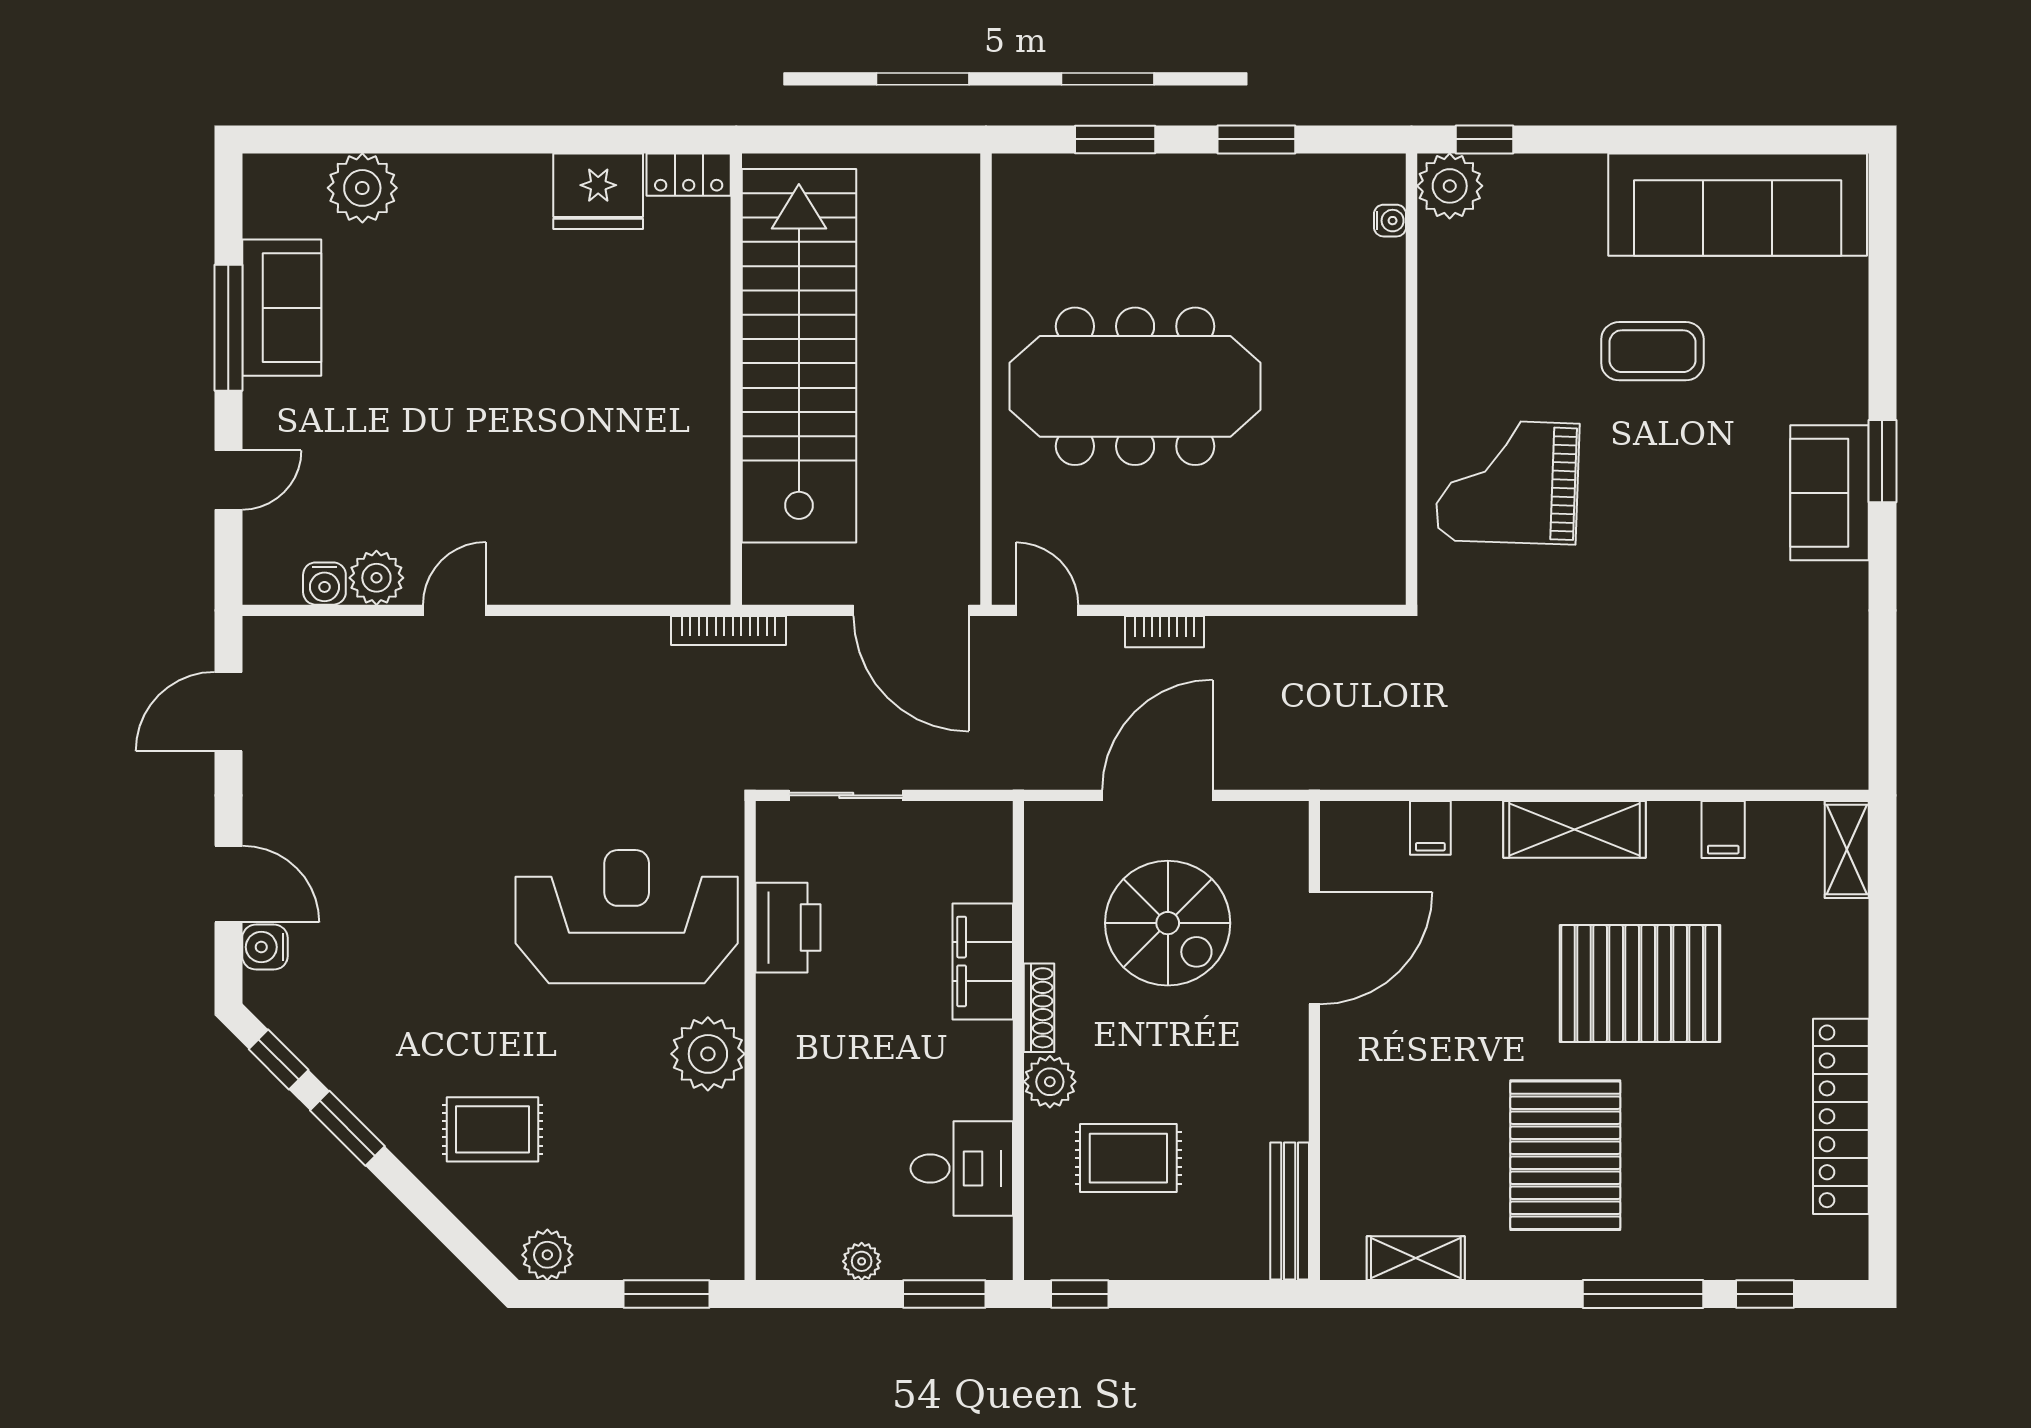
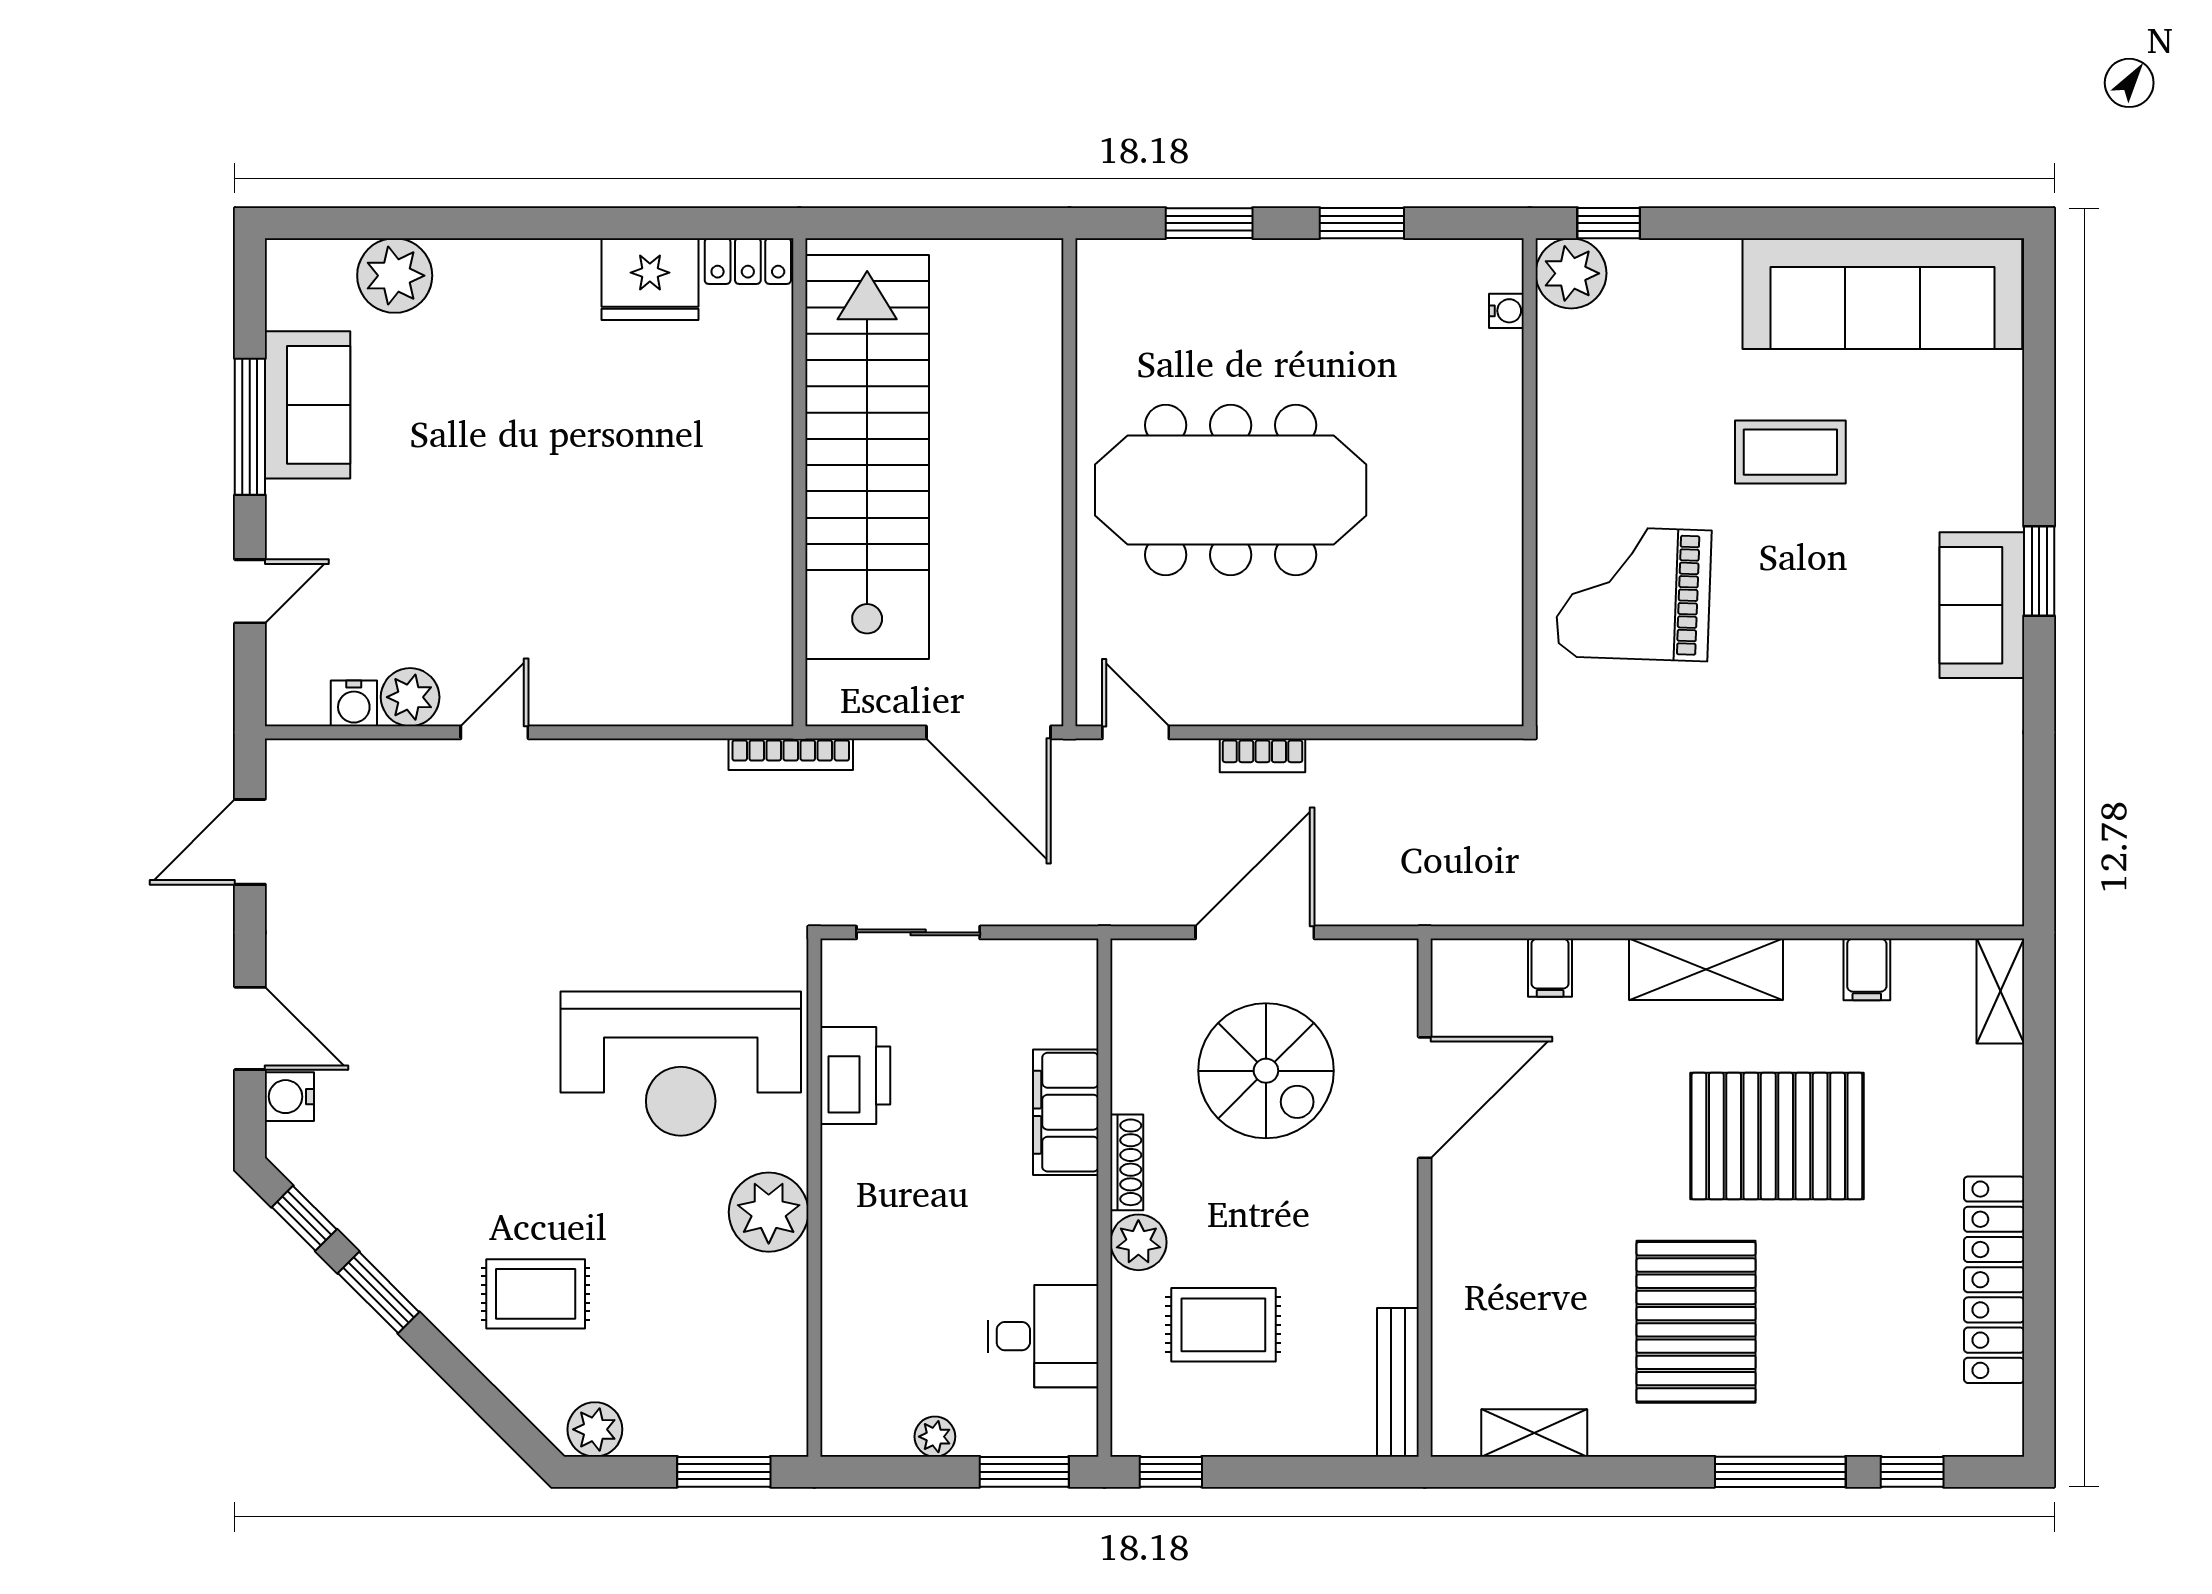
reception desk: (627, 917) -> (681, 1064), turned 180

